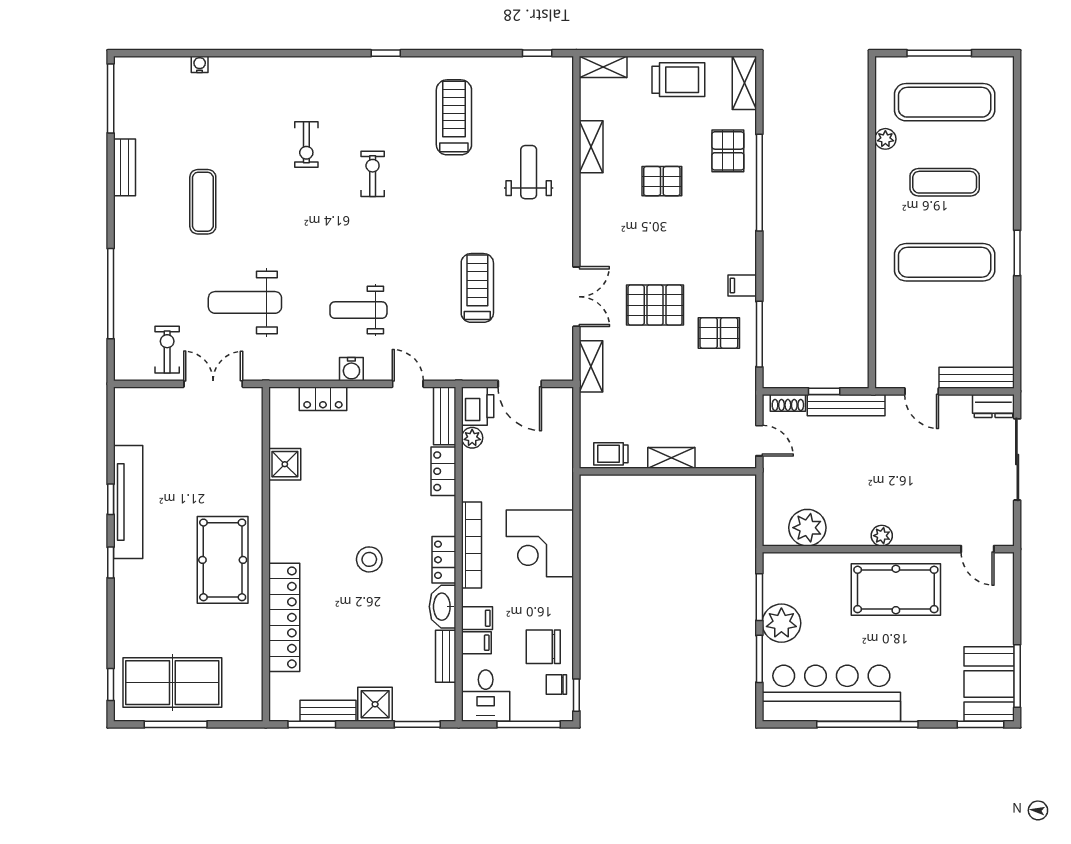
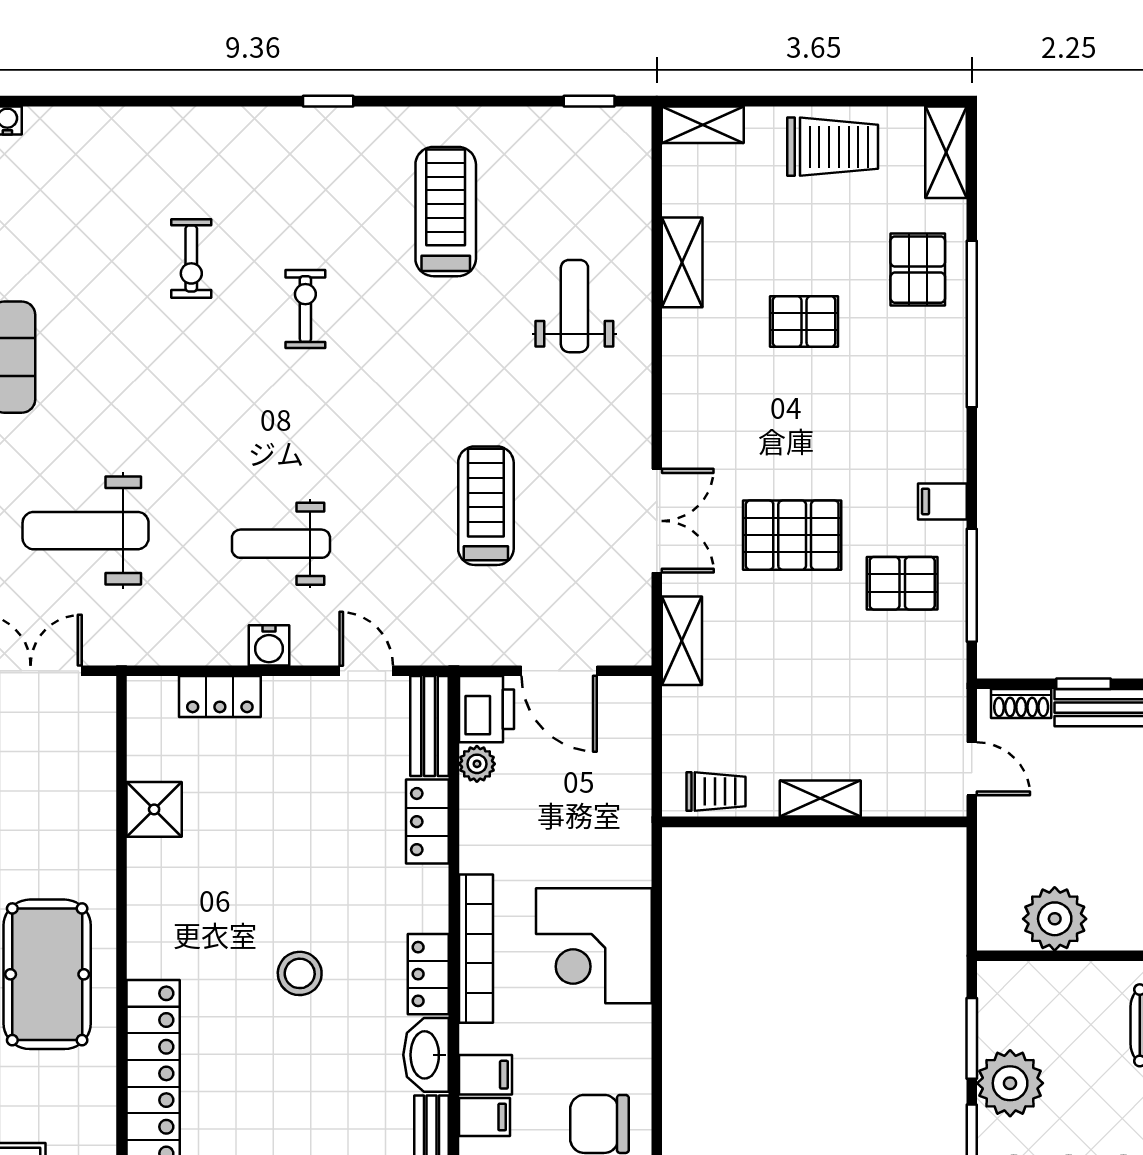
trolley: (611, 454) -> (716, 791), turned 180

